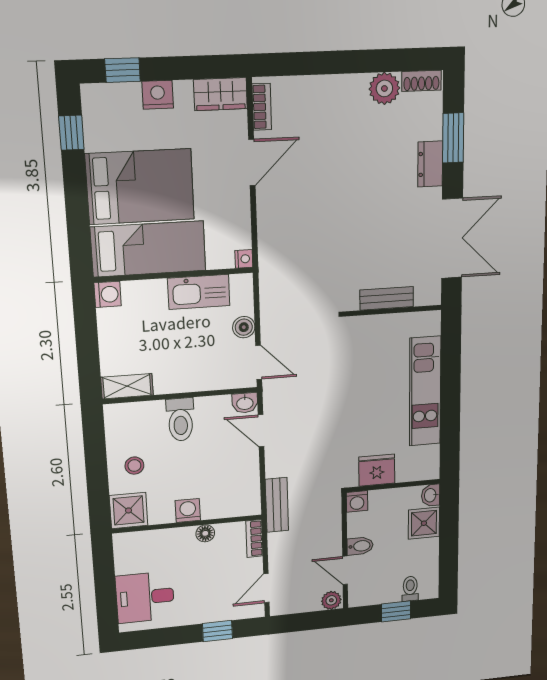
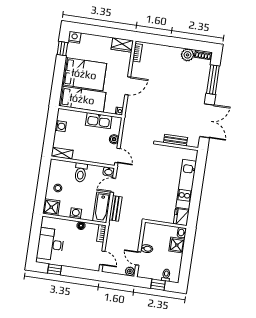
window: (123, 70) -> (87, 29), removed
nightstand: (158, 95) -> (74, 37), moved
window: (453, 138) -> (213, 80), width x1.44
door: (252, 162) -> (128, 86), moved
dresser: (430, 164) -> (202, 88), removed
washing machine: (108, 294) -> (61, 126), moved
door: (261, 431) -> (113, 185), hinge flipped
fridge: (377, 470) -> (181, 217), moved, turned -90
bathtub: (244, 484) -> (102, 208), added
washing machine: (357, 501) -> (149, 227), removed
bench: (277, 505) -> (116, 208), moved
door: (266, 588) -> (102, 258), swing flipped
desk: (145, 597) -> (50, 244), width x1.37
window: (217, 631) -> (55, 269), moved

